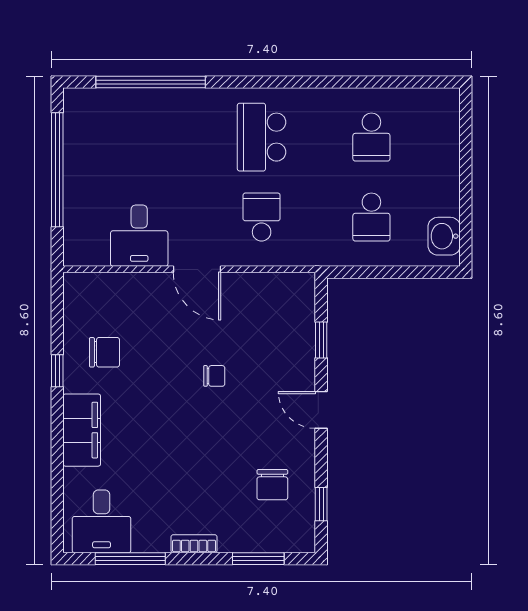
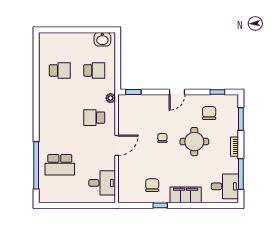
school desk: (262, 137) -> (60, 165), moved
window: (57, 170) -> (74, 205), removed
desk: (139, 236) -> (102, 183), moved
plant: (307, 255) -> (110, 98), added
window: (321, 340) -> (133, 92), moved
round table: (206, 450) -> (194, 142), added
chair: (272, 485) -> (209, 113), turned -90

